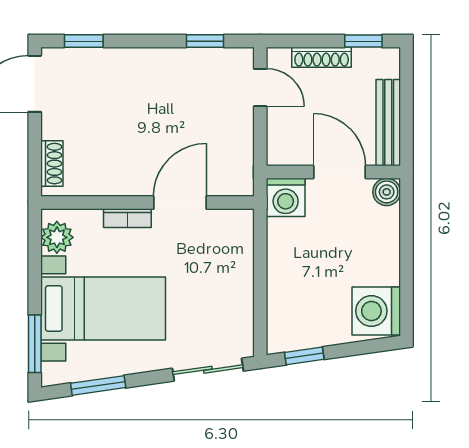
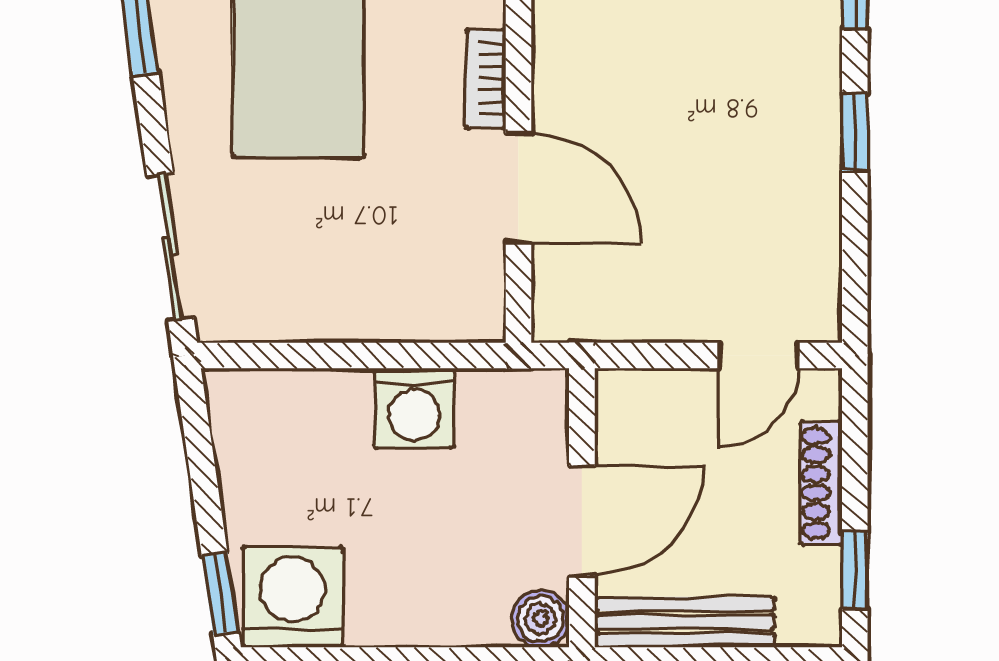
window: (205, 41) -> (855, 132), moved
washing machine: (286, 197) -> (414, 408), moved, turned -90
window: (304, 356) -> (220, 593), moved

